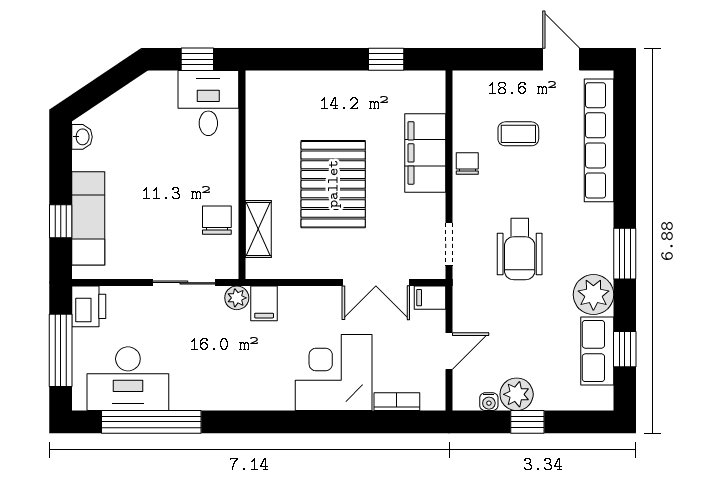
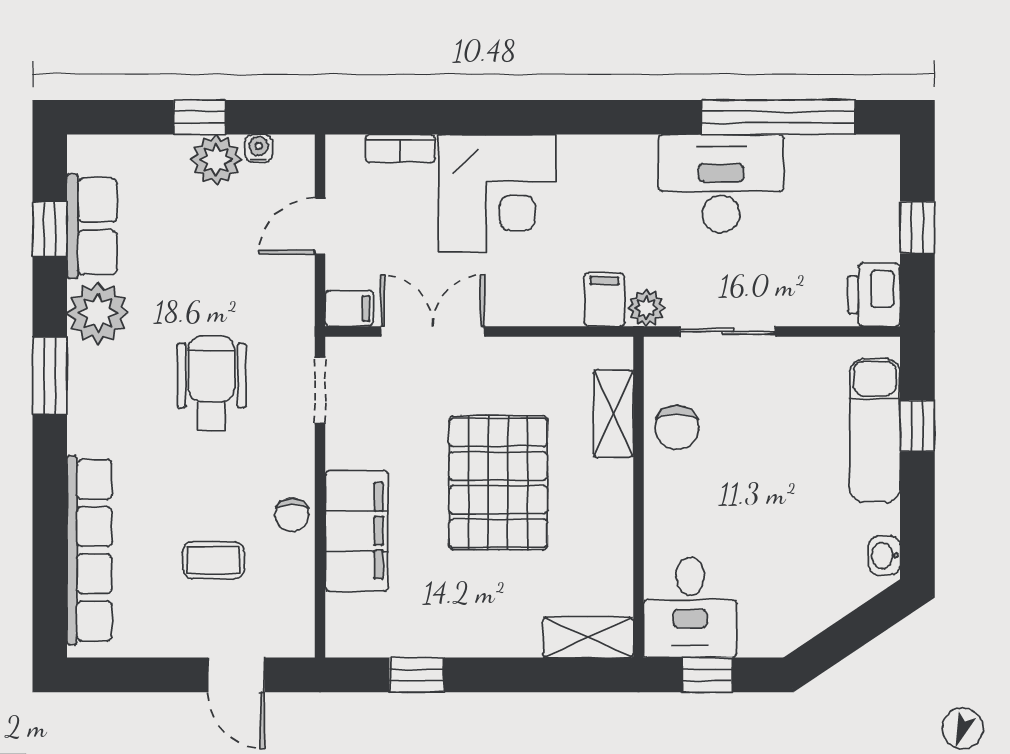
door: (561, 59) -> (236, 675), moved
shelving: (275, 84) -> (588, 637), added
window: (61, 350) -> (917, 227), width x0.46
desk: (128, 379) -> (721, 184), moved

